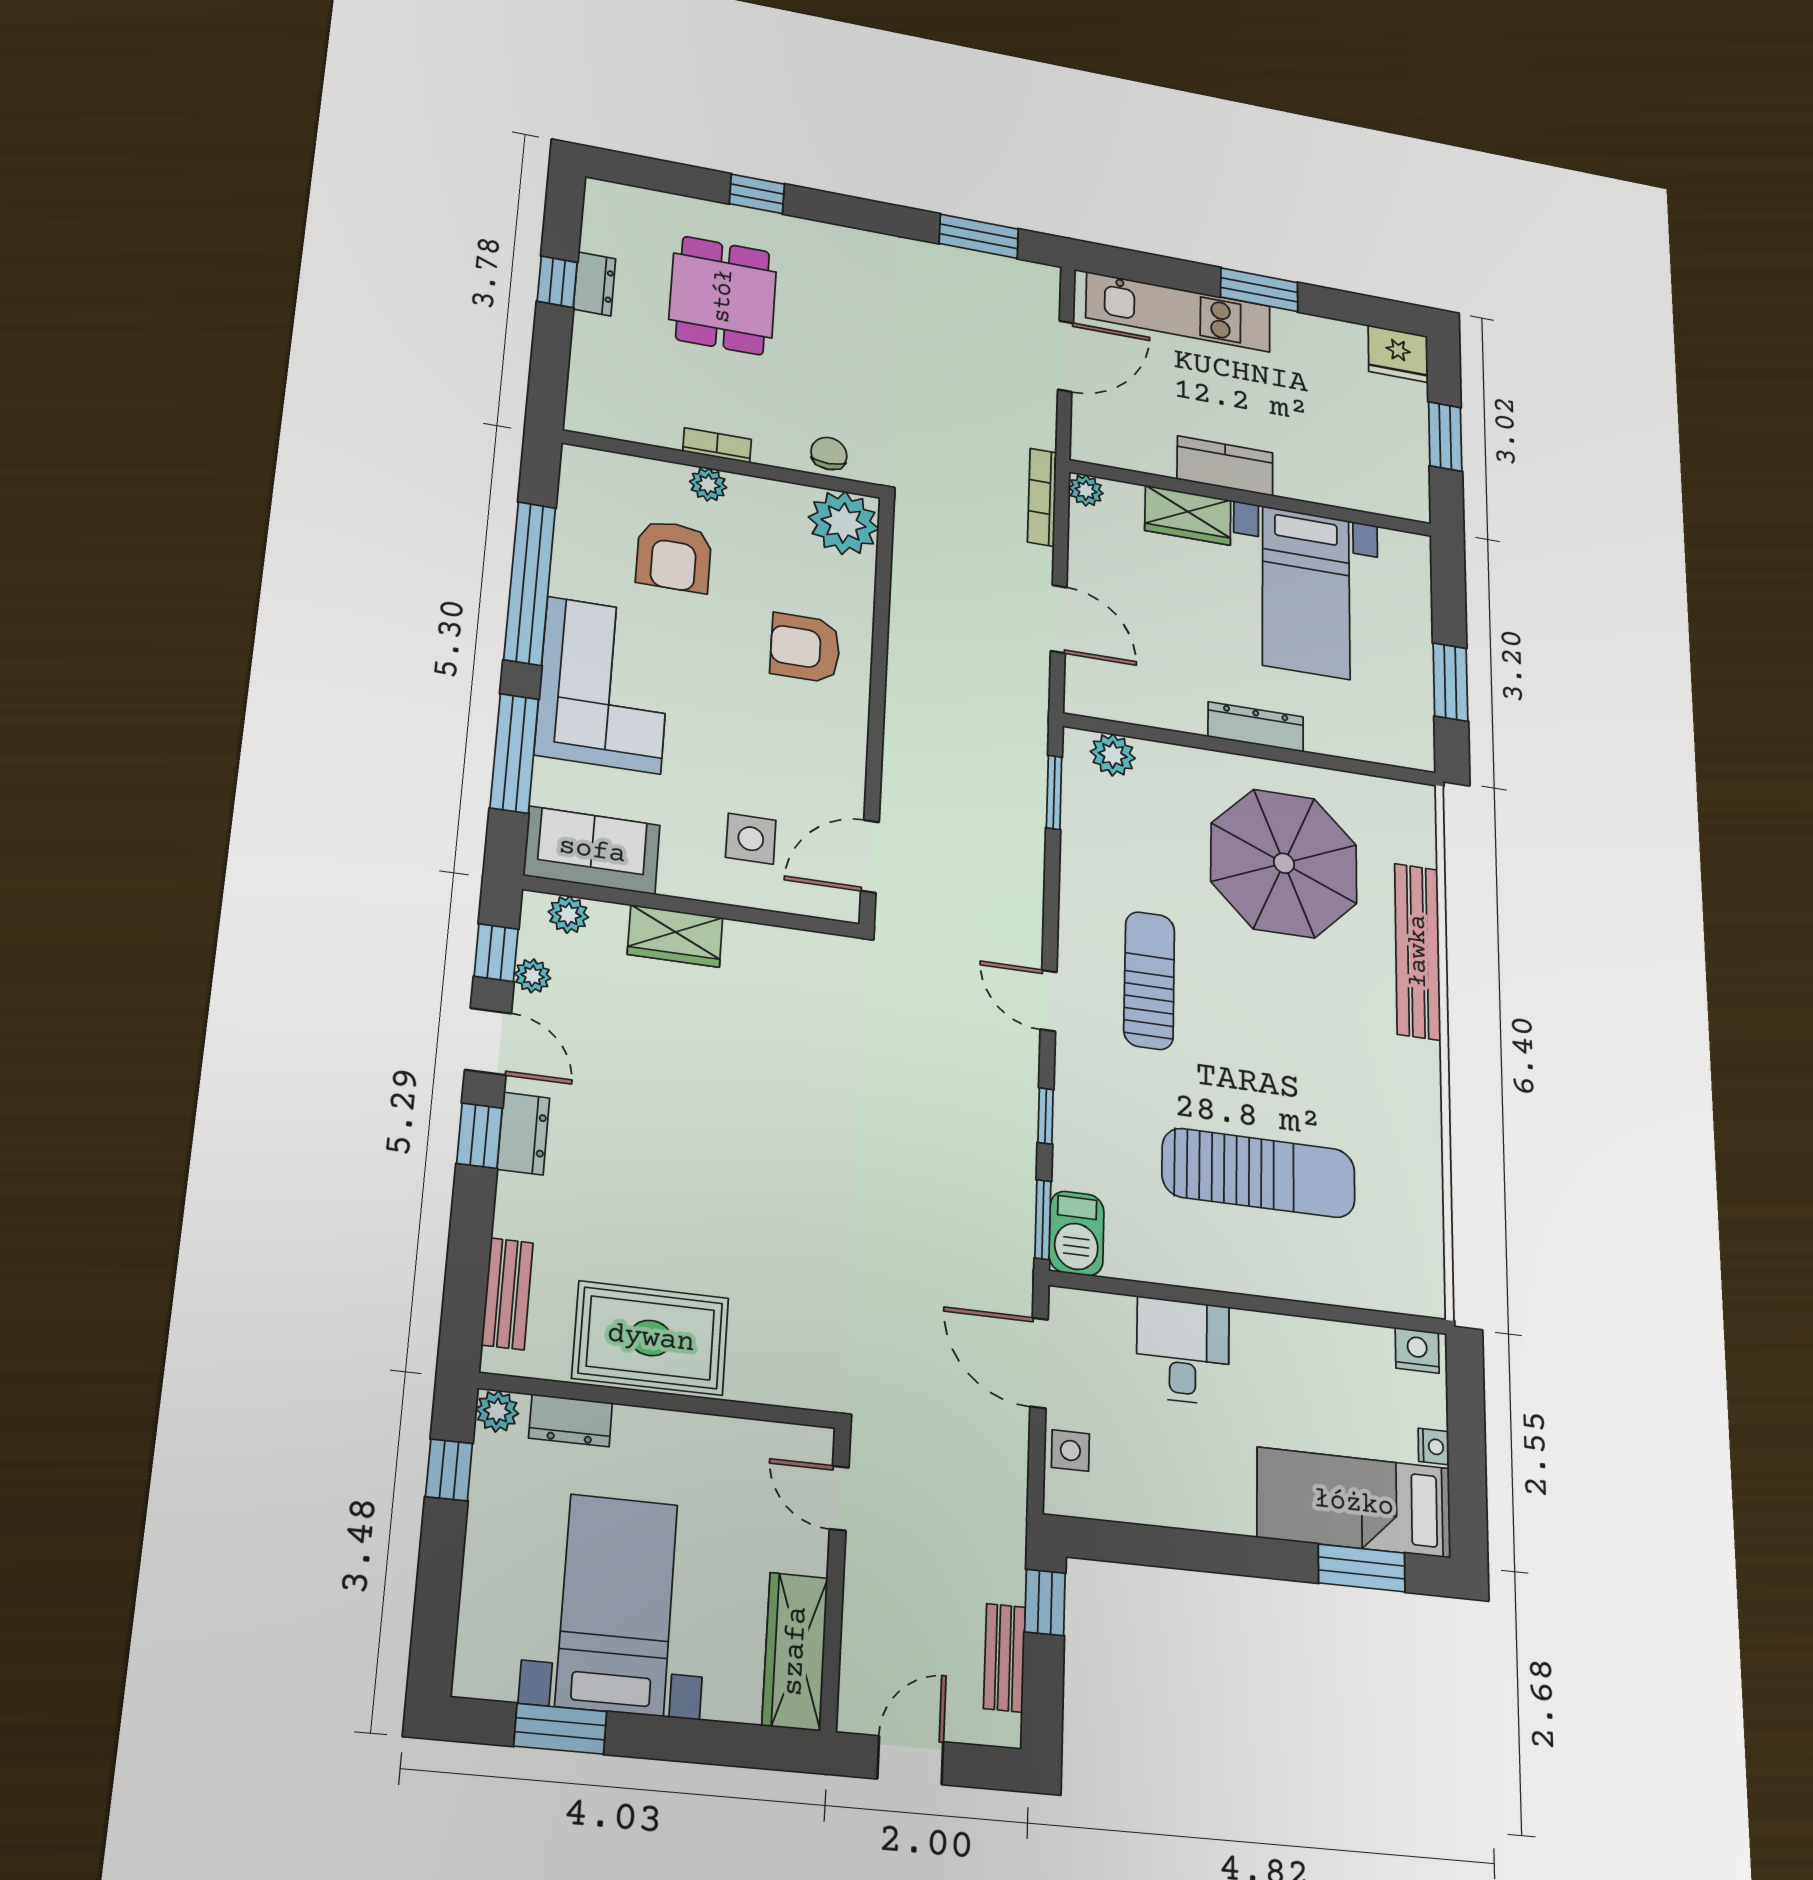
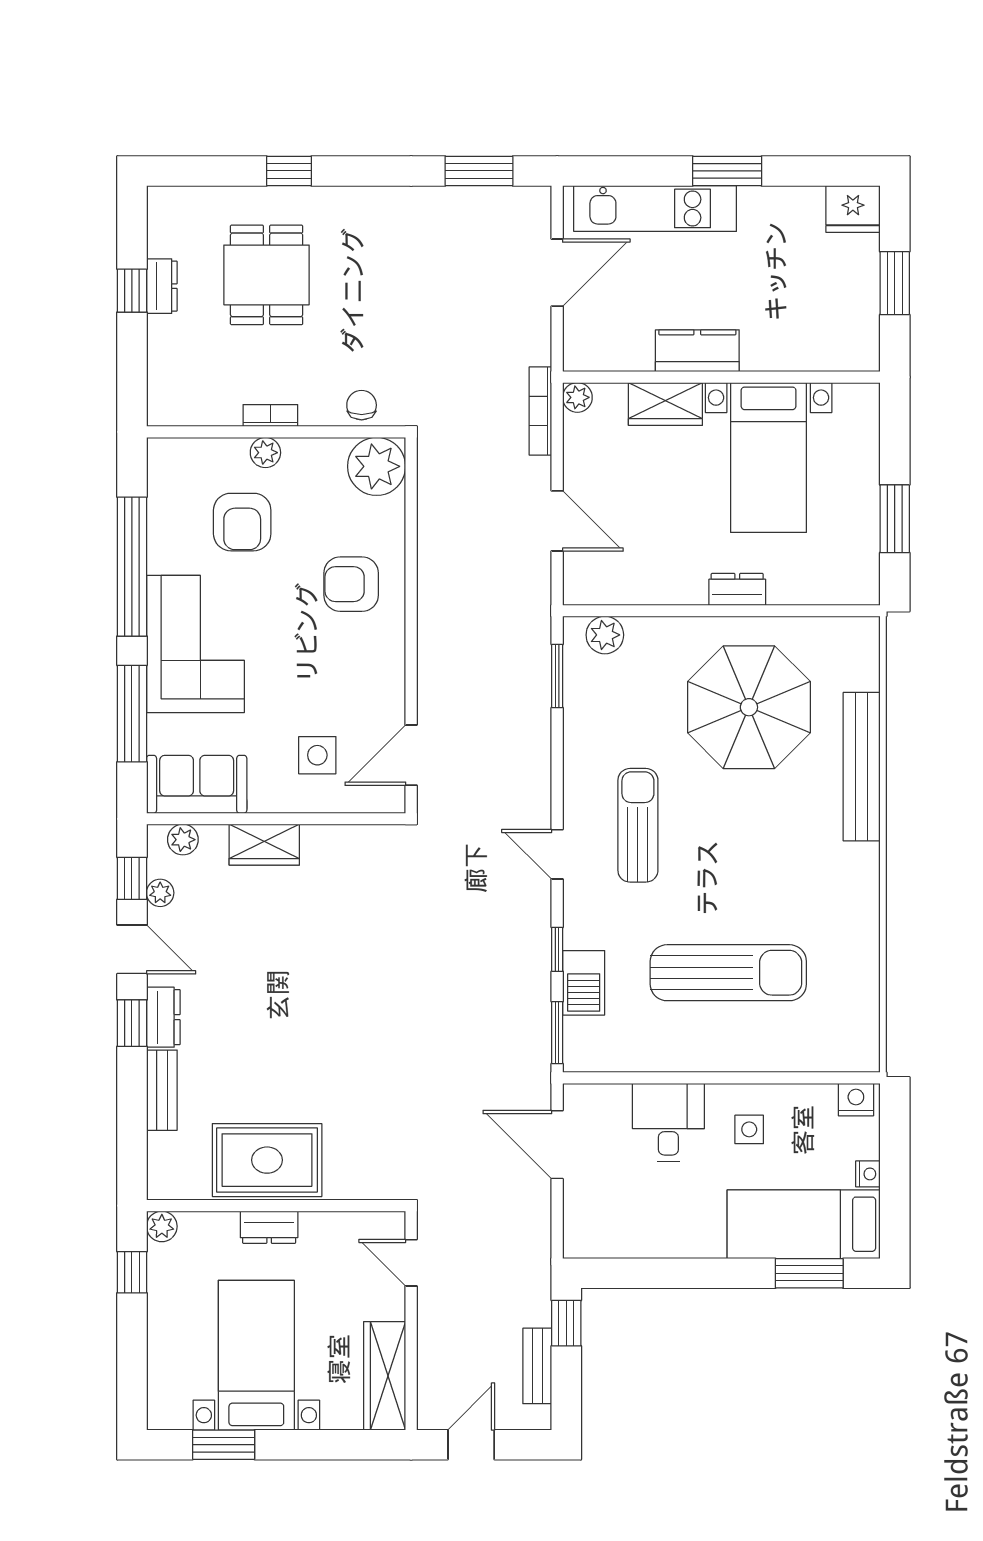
dresser: (1256, 727) -> (737, 589), width x0.70
barbecue: (1077, 1233) -> (584, 983), moved
bench: (507, 1294) -> (162, 1090), moved
dresser: (571, 1420) -> (269, 1227), moved
side table: (1070, 1450) -> (749, 1129), moved

